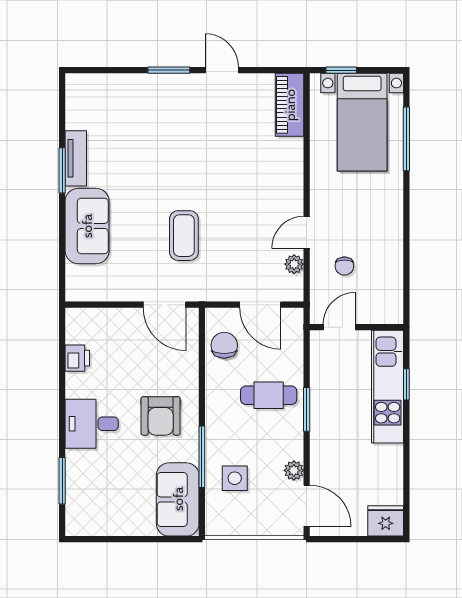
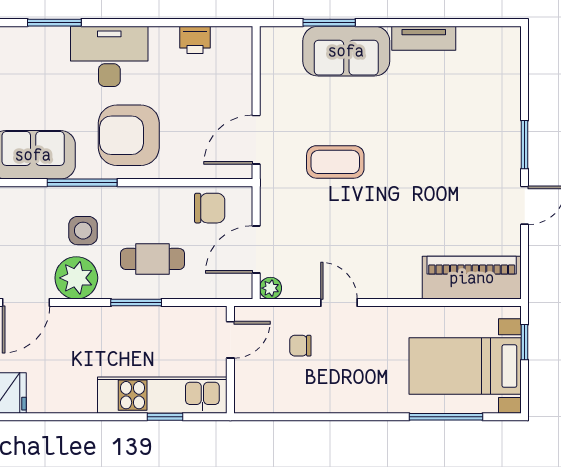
piano: (290, 105) -> (472, 278), width x1.37, depth x1.33
window: (62, 170) -> (329, 23), moved
plant: (294, 264) -> (270, 288), moved
door: (339, 327) -> (230, 340), hinge flipped
cafe table: (269, 395) -> (153, 259), turned 90
armchair: (161, 416) -> (129, 135), width x1.36, depth x1.36
desk: (92, 424) -> (109, 56), width x1.37
plant: (294, 470) -> (76, 278), width x1.88, depth x1.88
side table: (235, 478) -> (83, 231), moved

